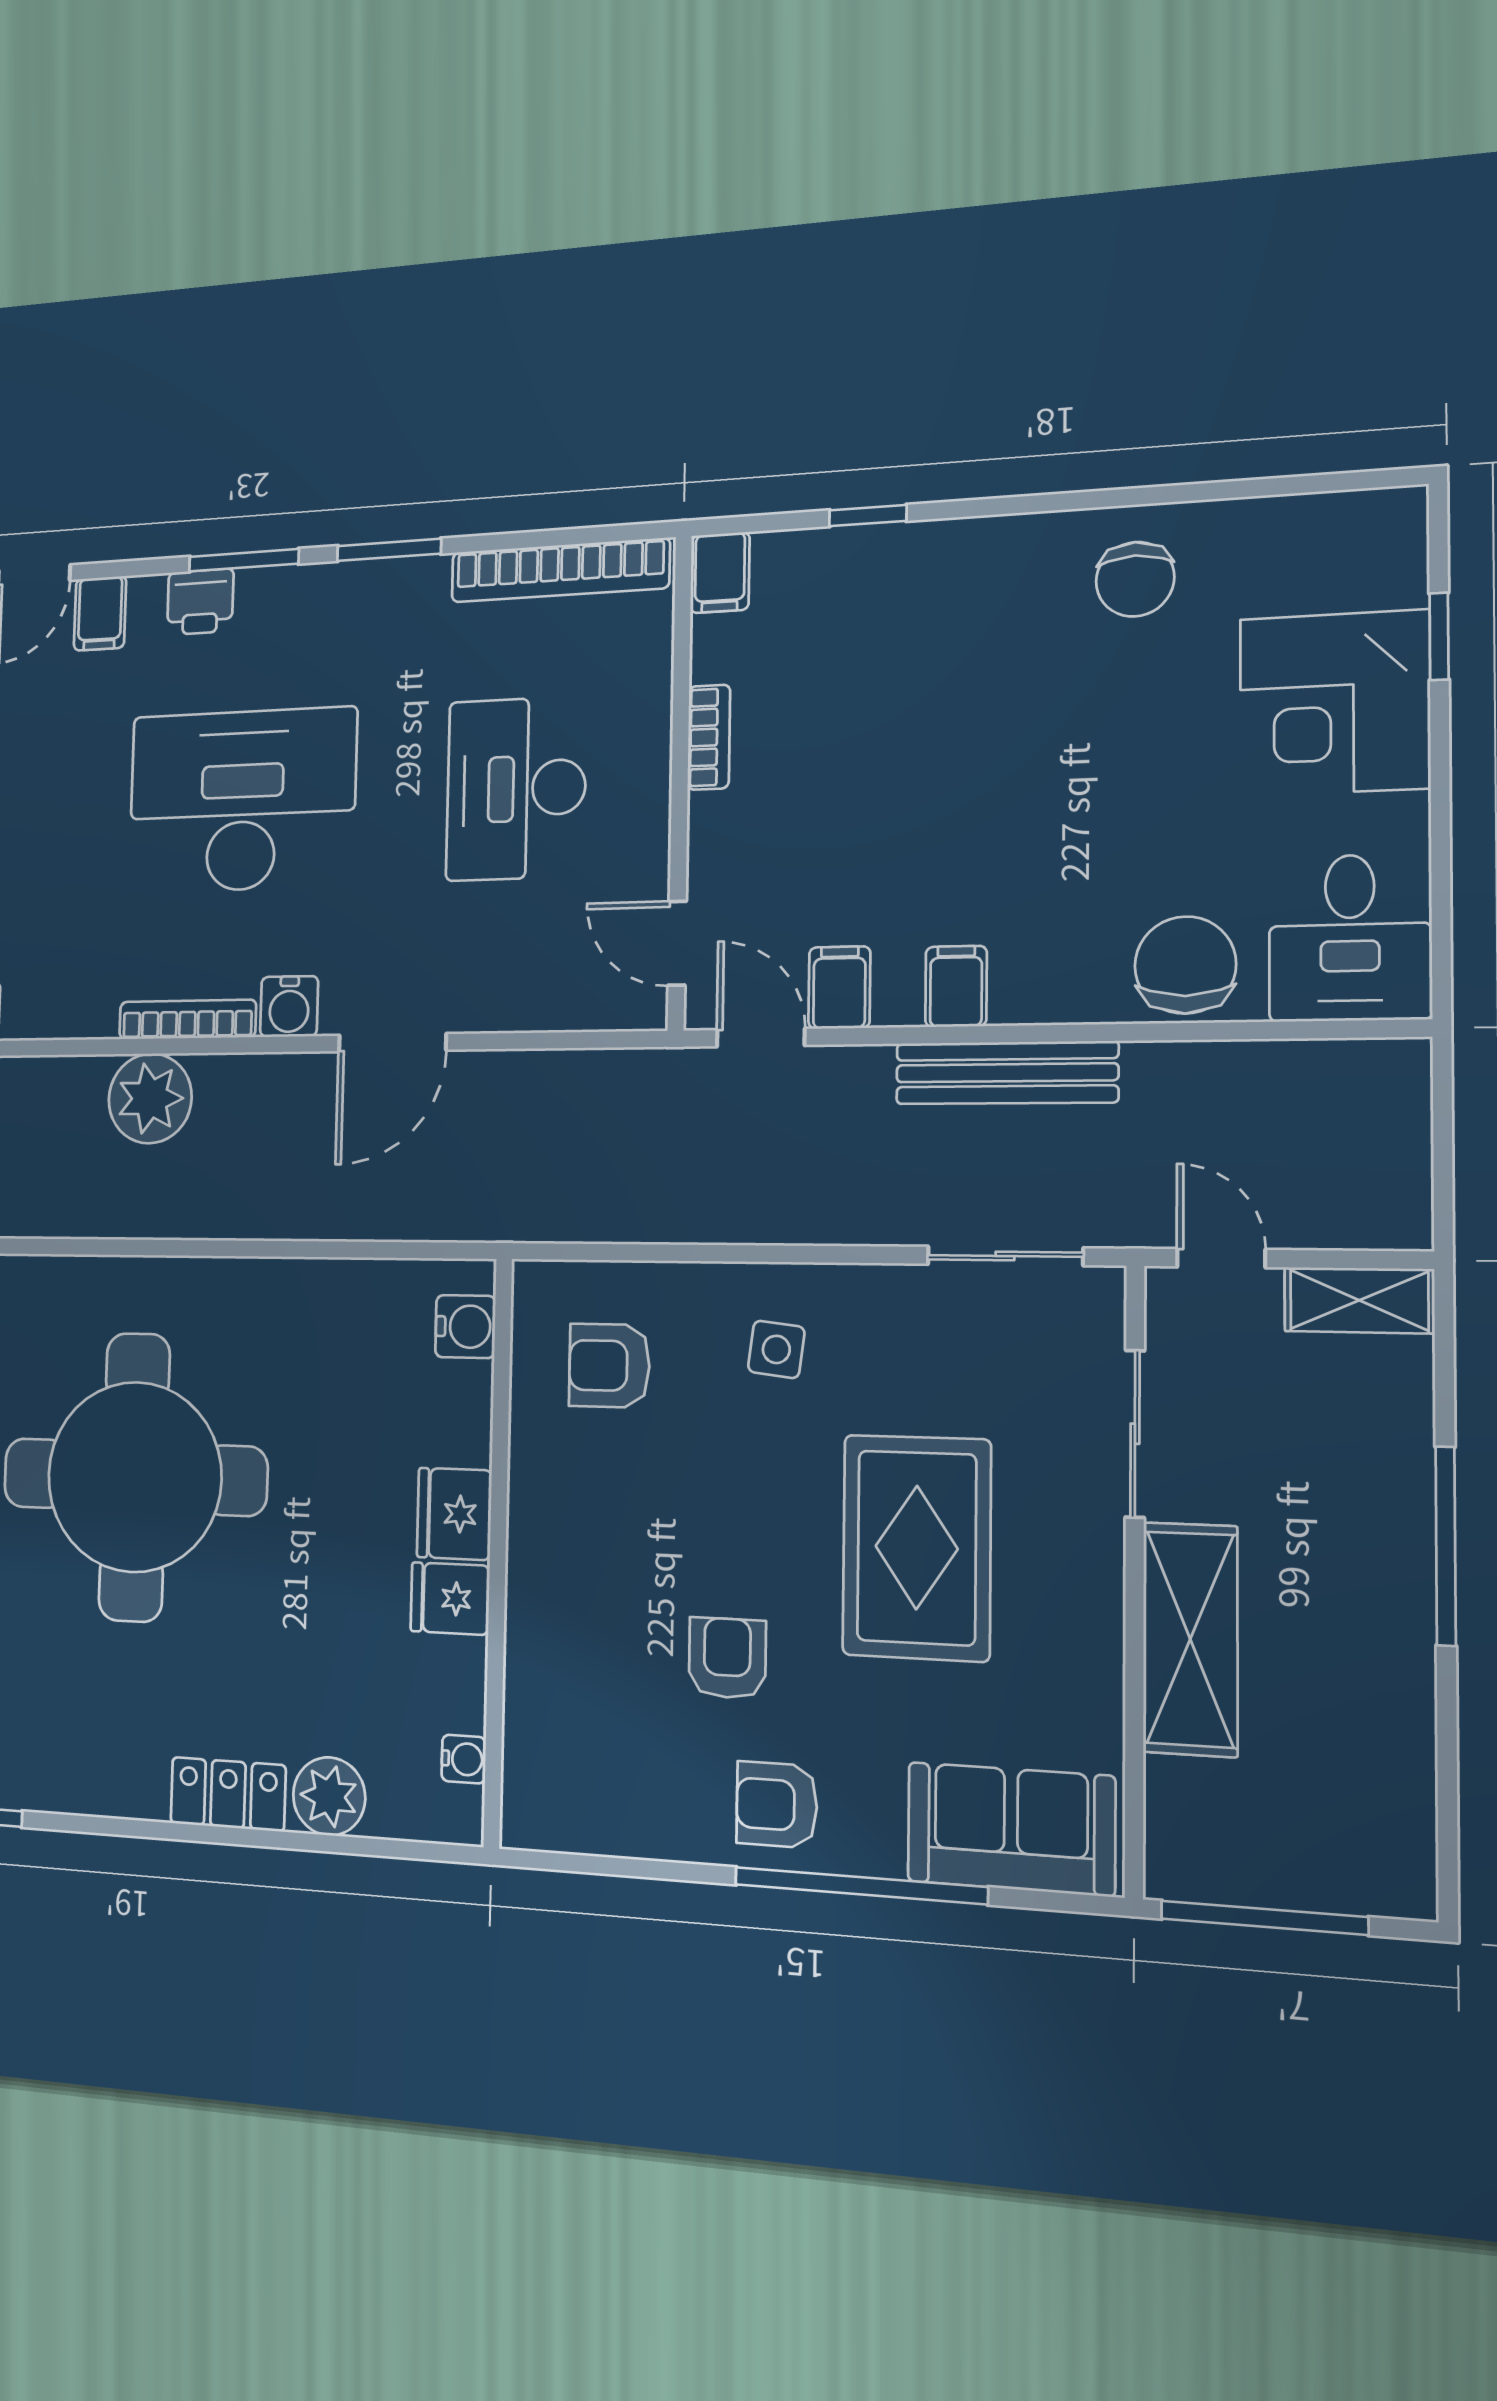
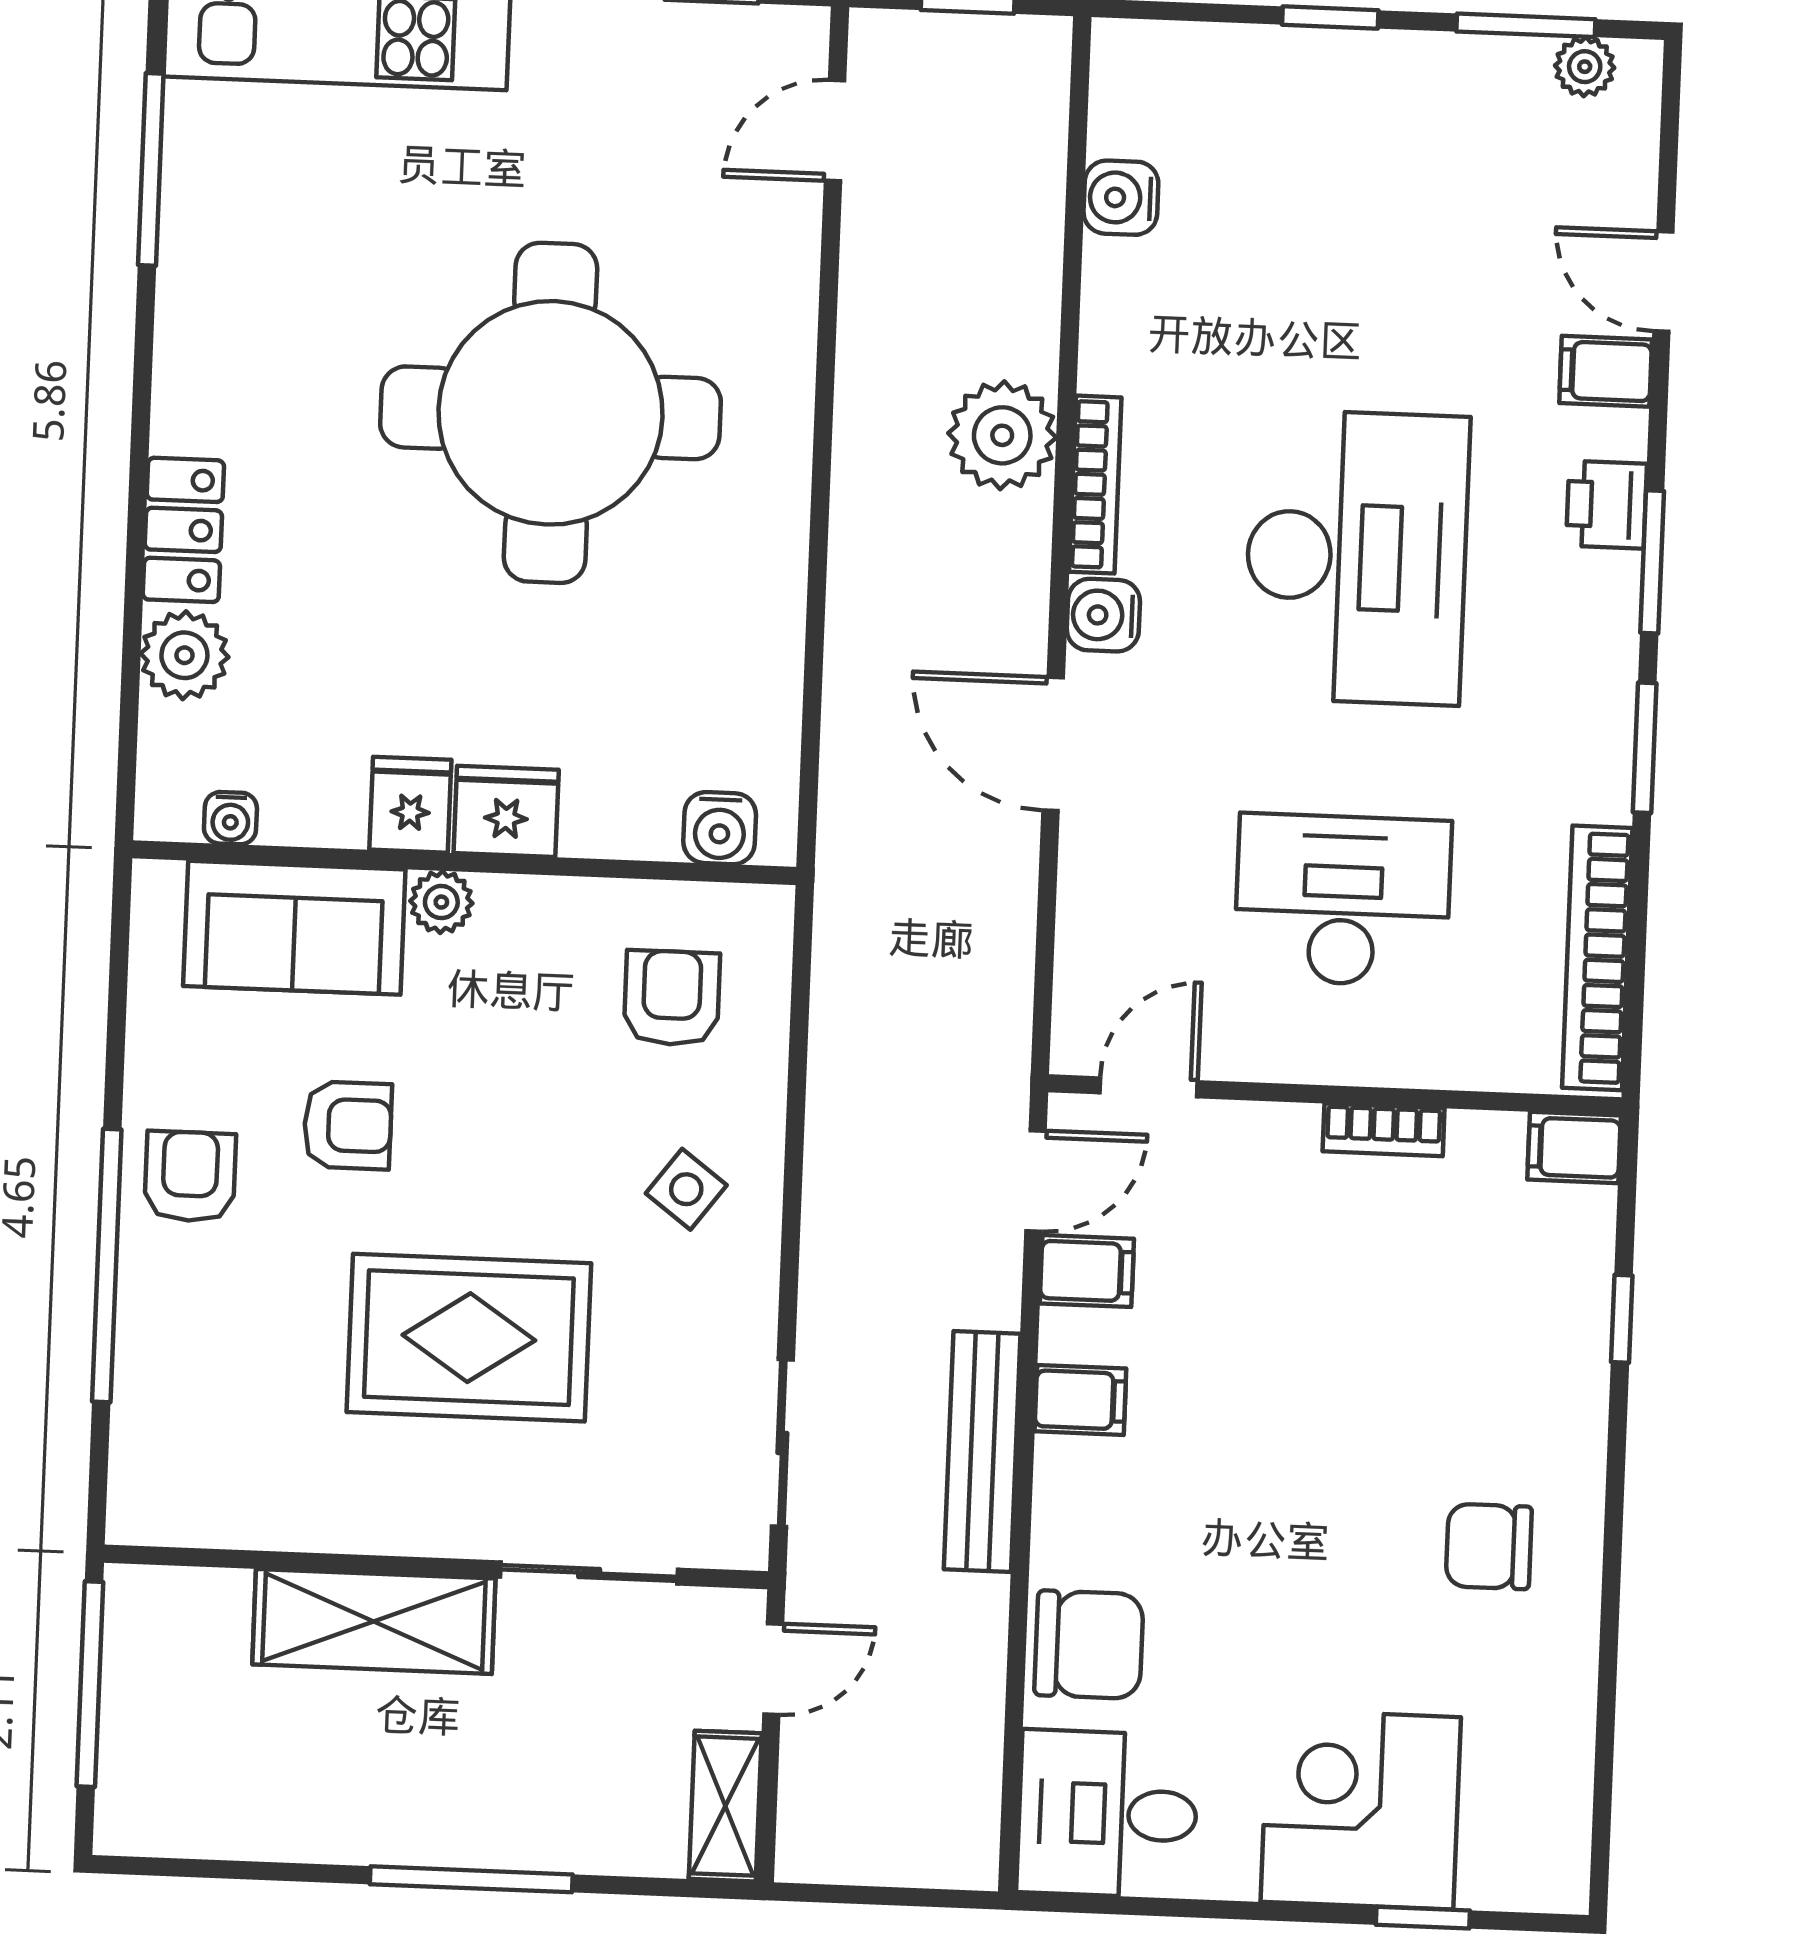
chair: (1135, 579) -> (1489, 1546), moved
side table: (776, 1349) -> (686, 1189), turned 30
plant: (531, 1571) -> (441, 902), added
sofa: (1011, 1829) -> (294, 928), moved, turned 90

